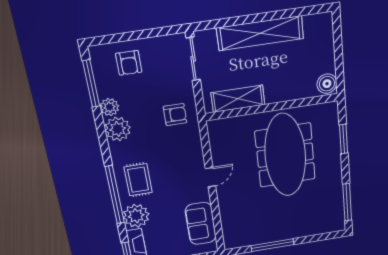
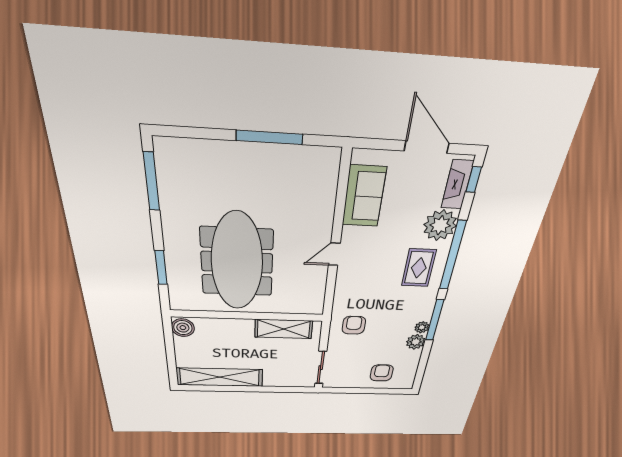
shelving: (260, 33) -> (220, 377), moved
window: (91, 84) -> (435, 320), moved
armchair: (175, 115) -> (354, 325), turned 90
plant: (118, 129) -> (422, 327), width x0.53, depth x0.53

